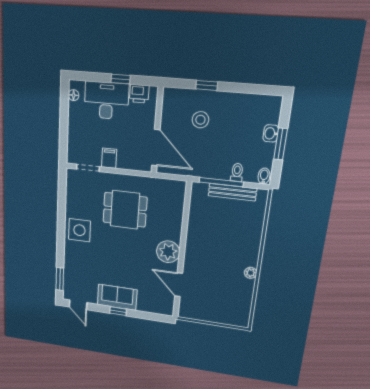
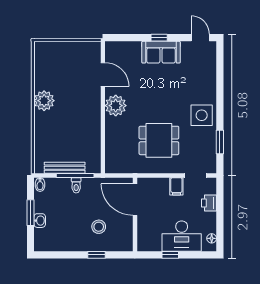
printer: (139, 94) -> (209, 203), moved, turned -90
toilet: (237, 172) -> (76, 185), moved
plant: (251, 273) -> (44, 101), width x1.88, depth x1.88
window: (60, 279) -> (220, 142), moved

